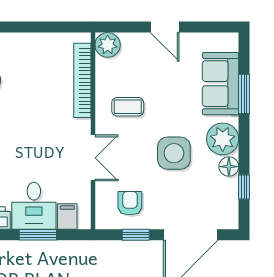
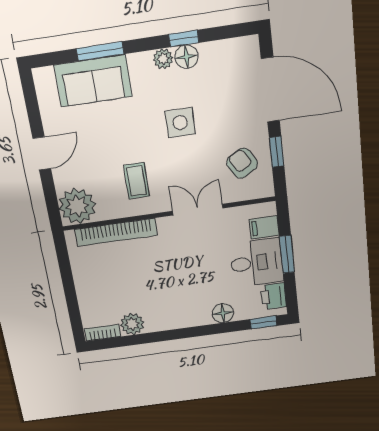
plant: (108, 45) -> (77, 206), width x1.36, depth x1.36
plant: (223, 139) -> (163, 59), width x0.53, depth x0.53
side table: (174, 153) -> (180, 123), width x0.73, depth x0.73
window: (244, 187) -> (184, 39), moved
armchair: (130, 203) -> (242, 163), turned 59

